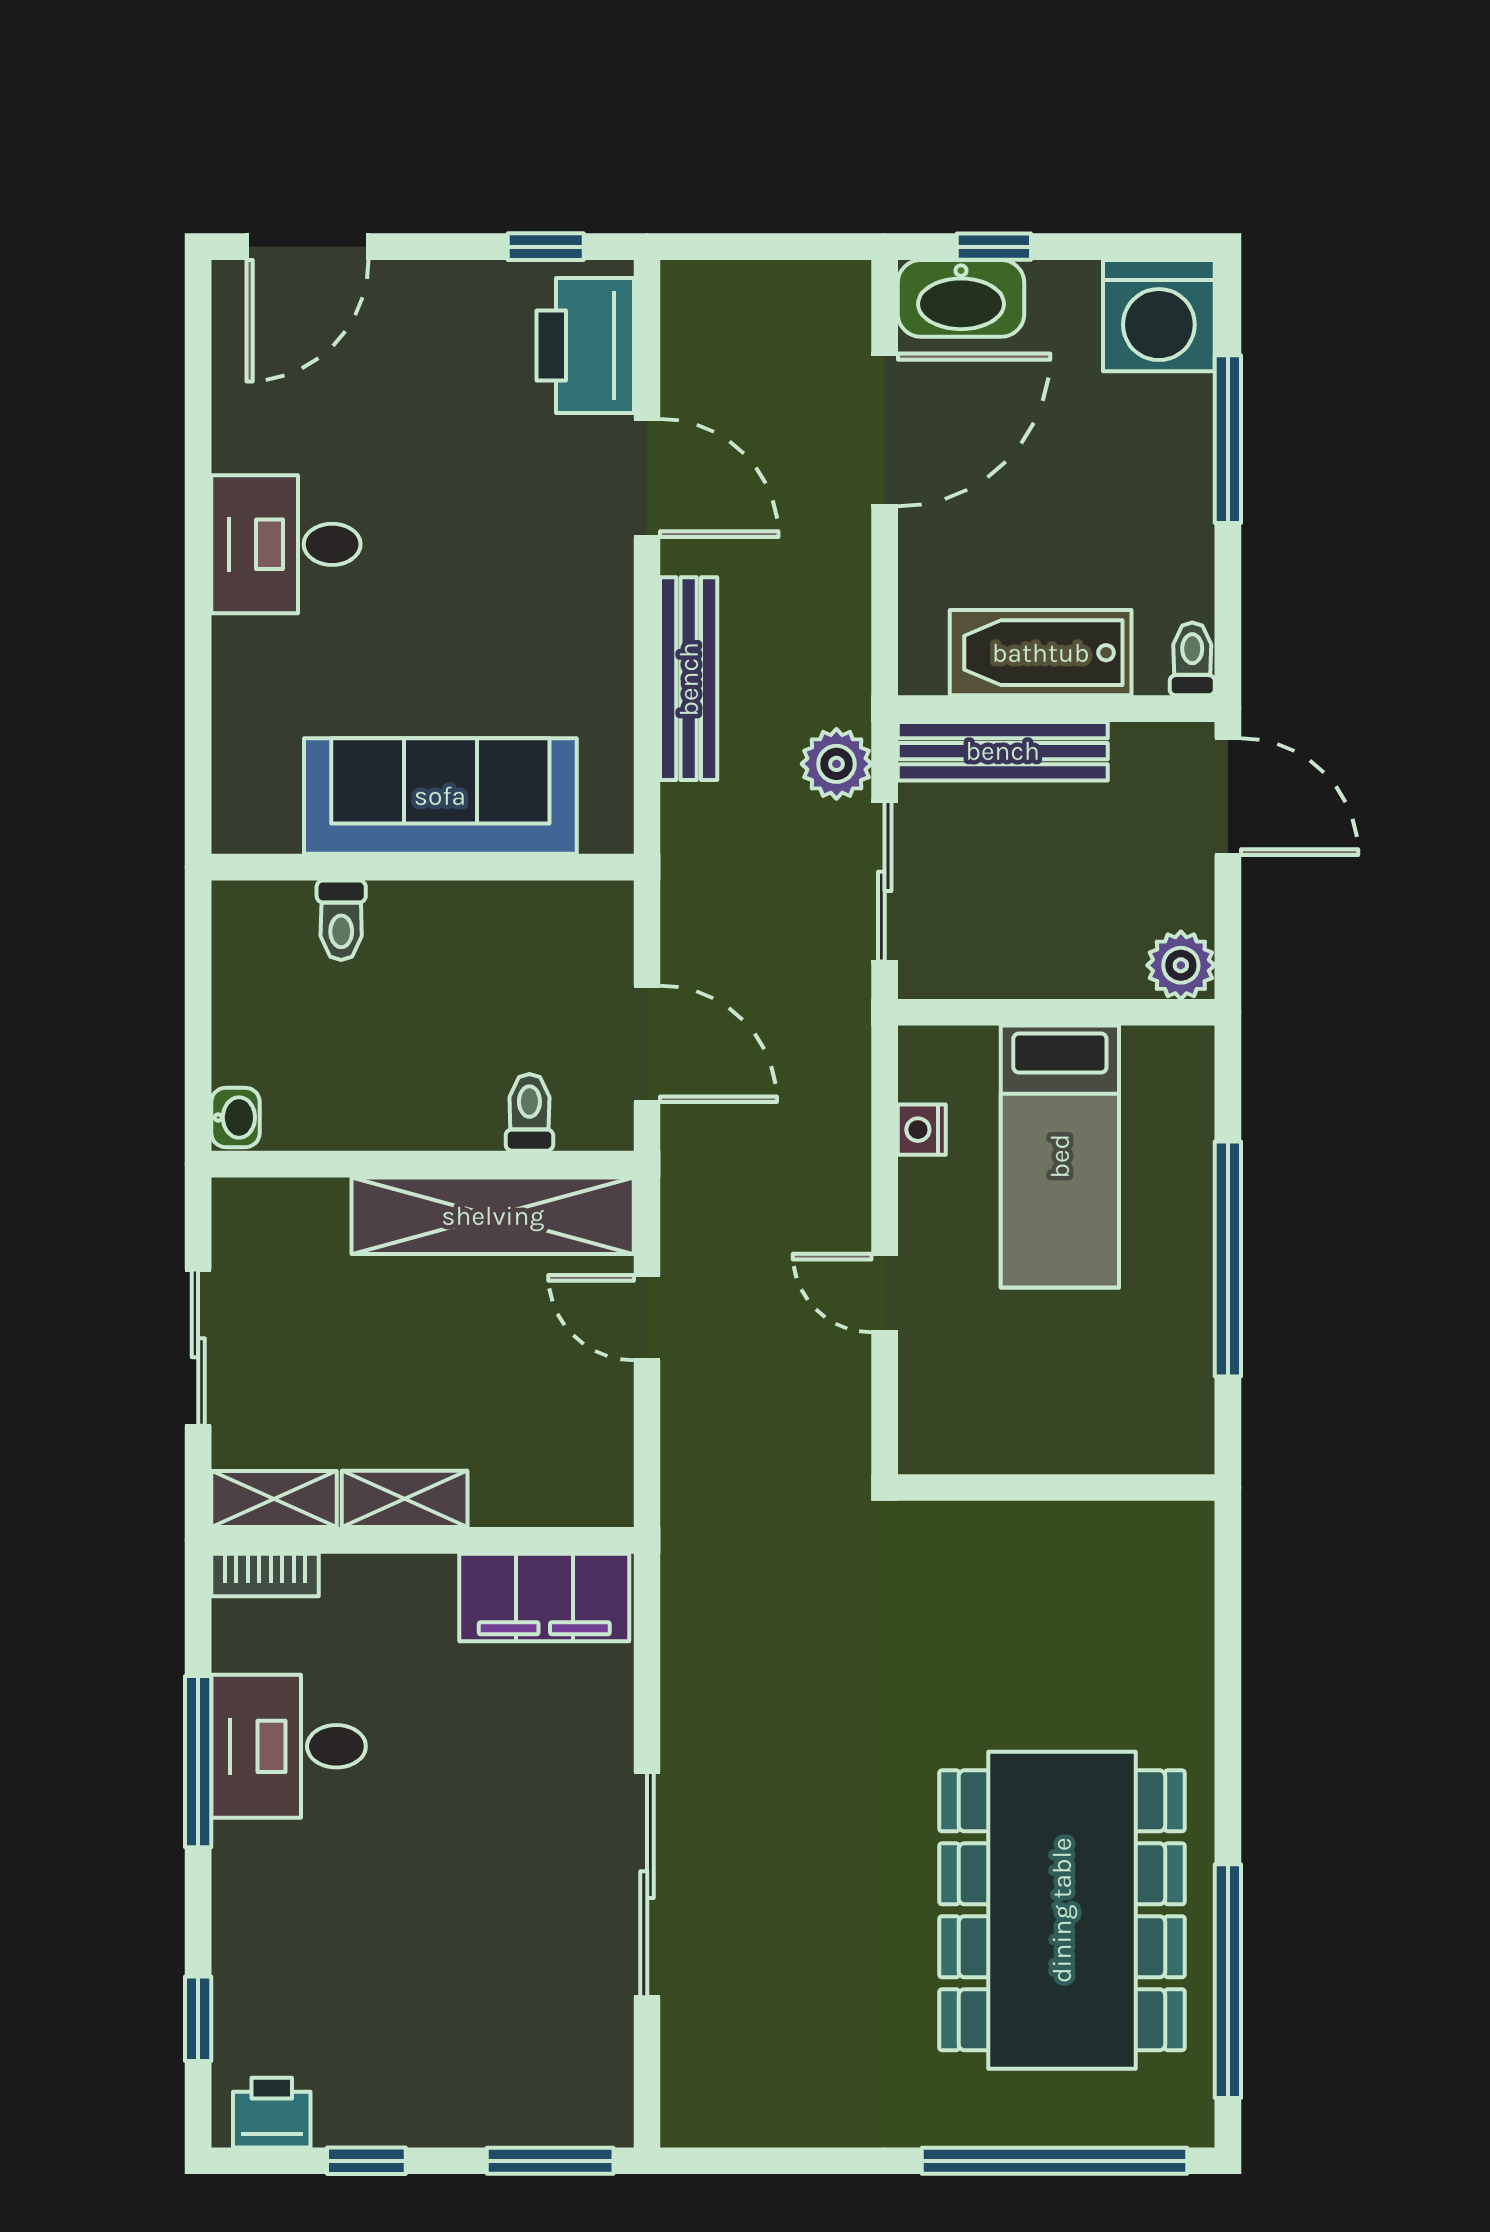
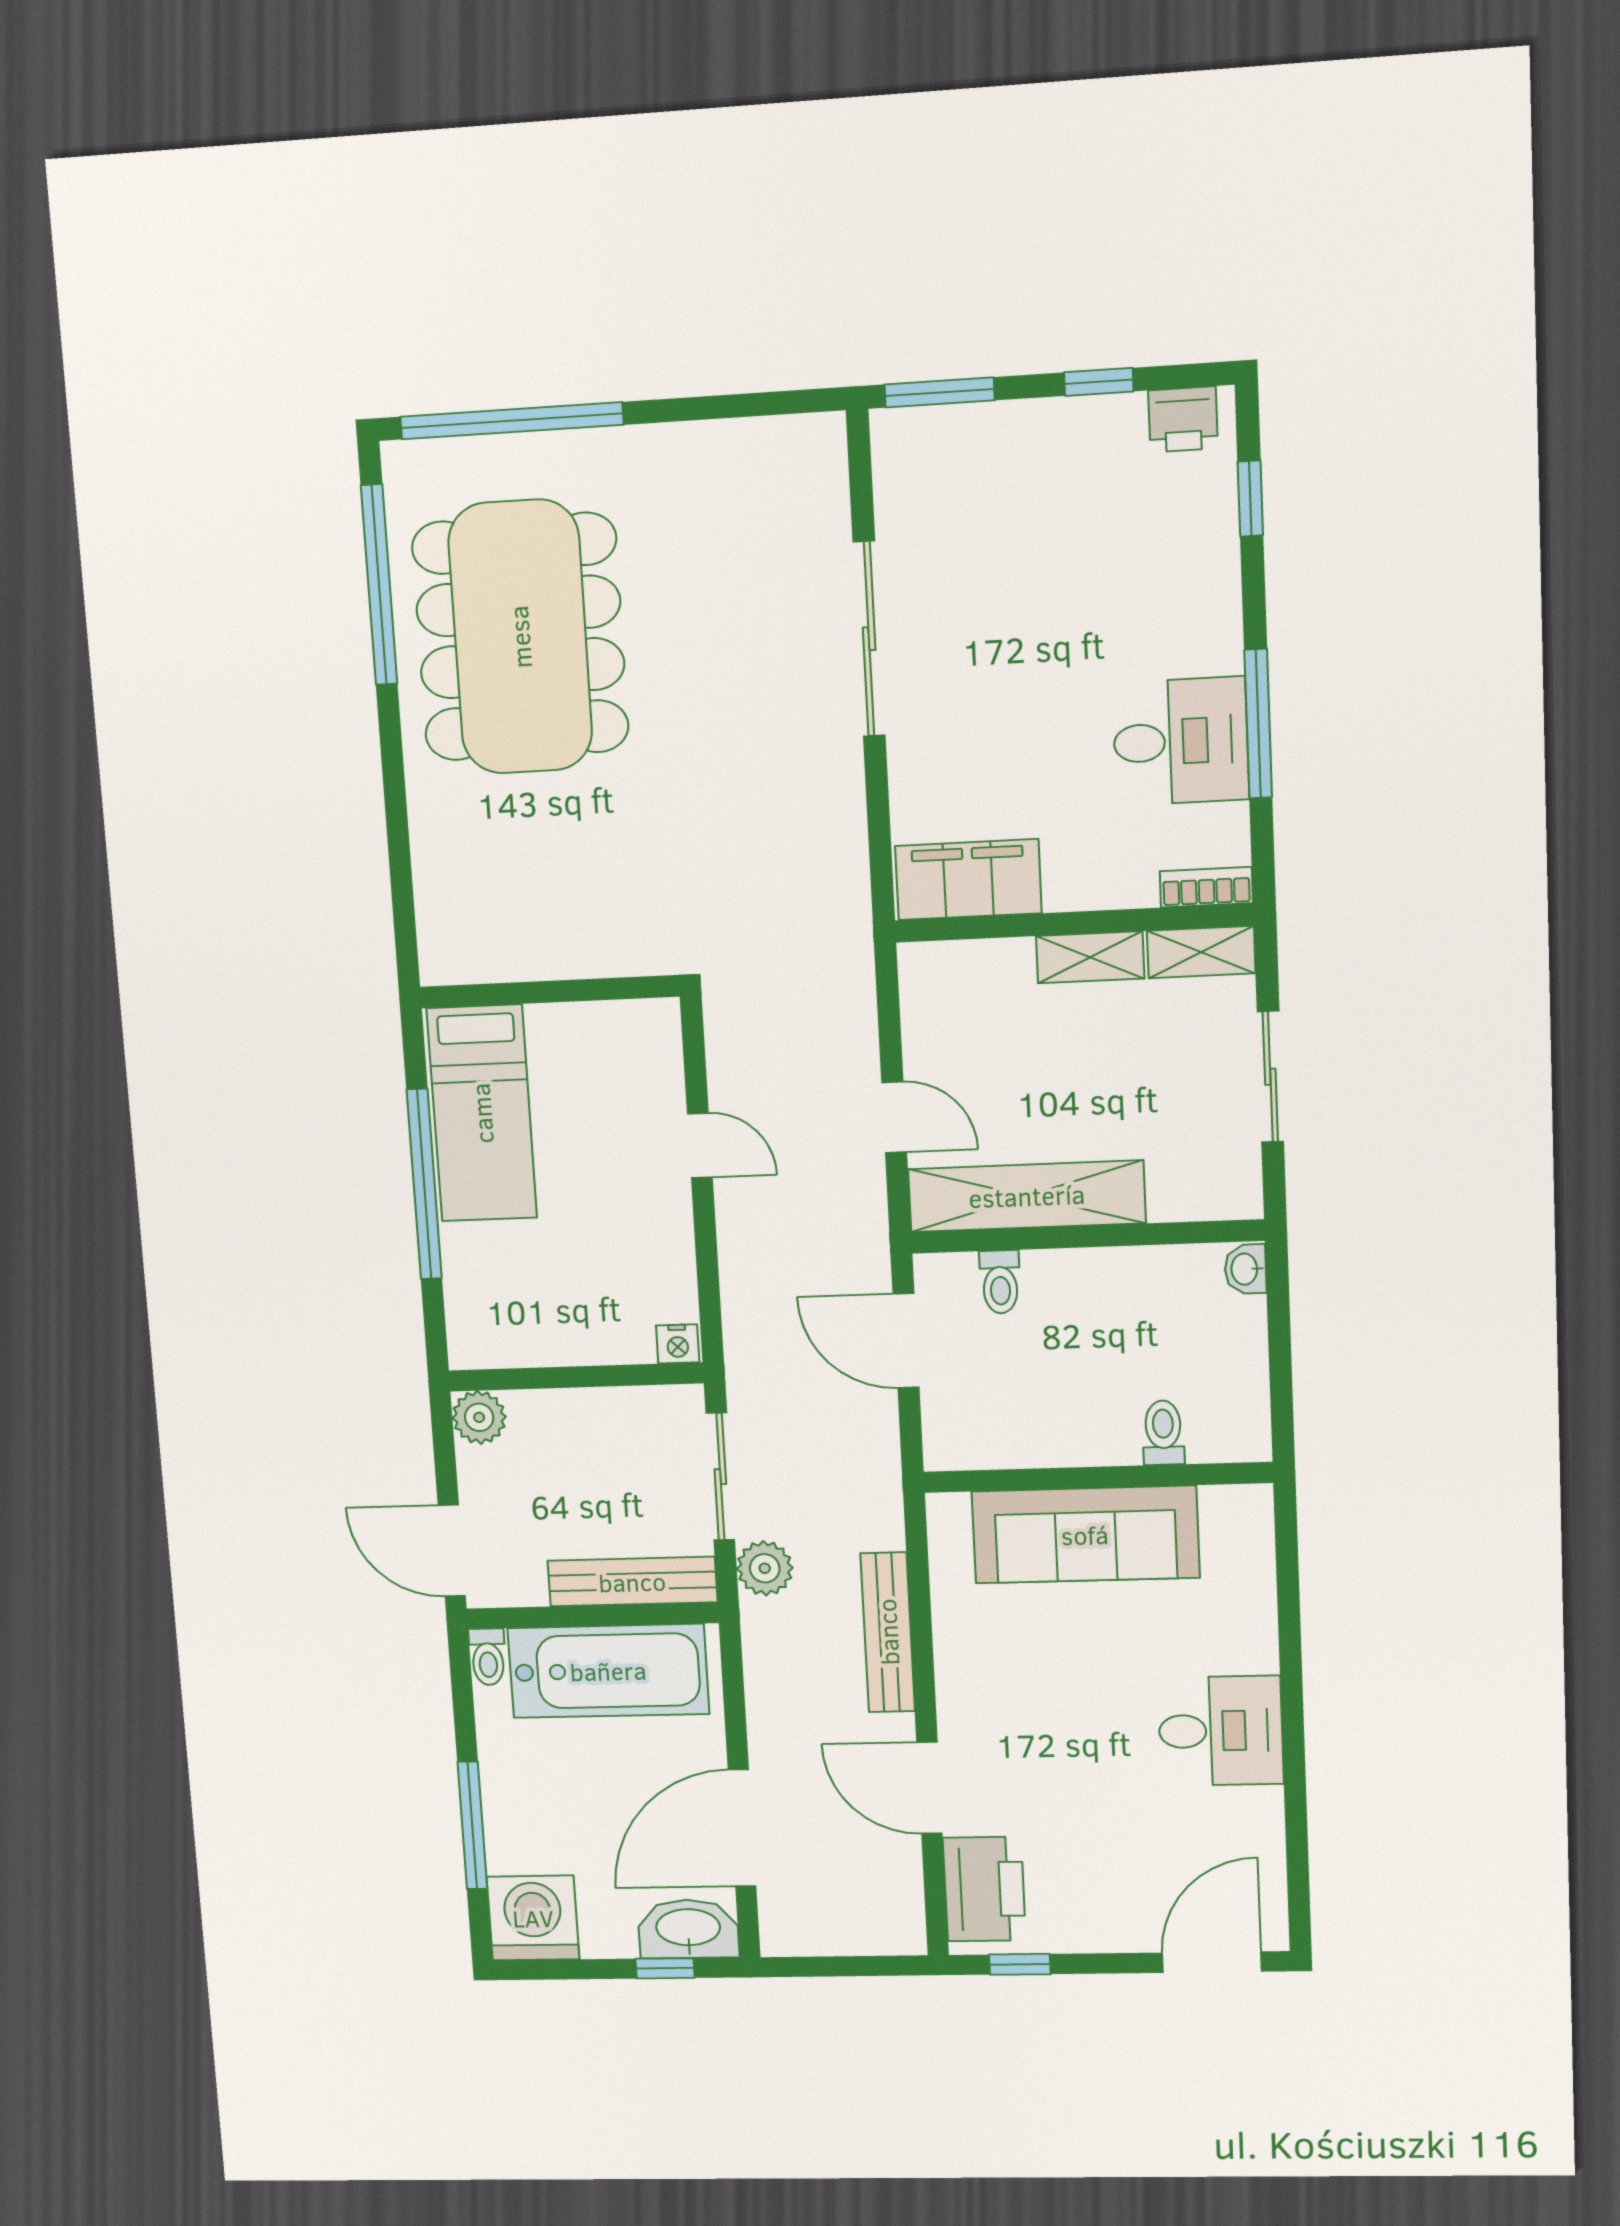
bathtub: (1041, 653) -> (608, 1671), width x1.36, depth x1.36
nightstand: (922, 1130) -> (678, 1344), moved, turned 90
bed: (1060, 1156) -> (482, 1113), moved, turned 180

